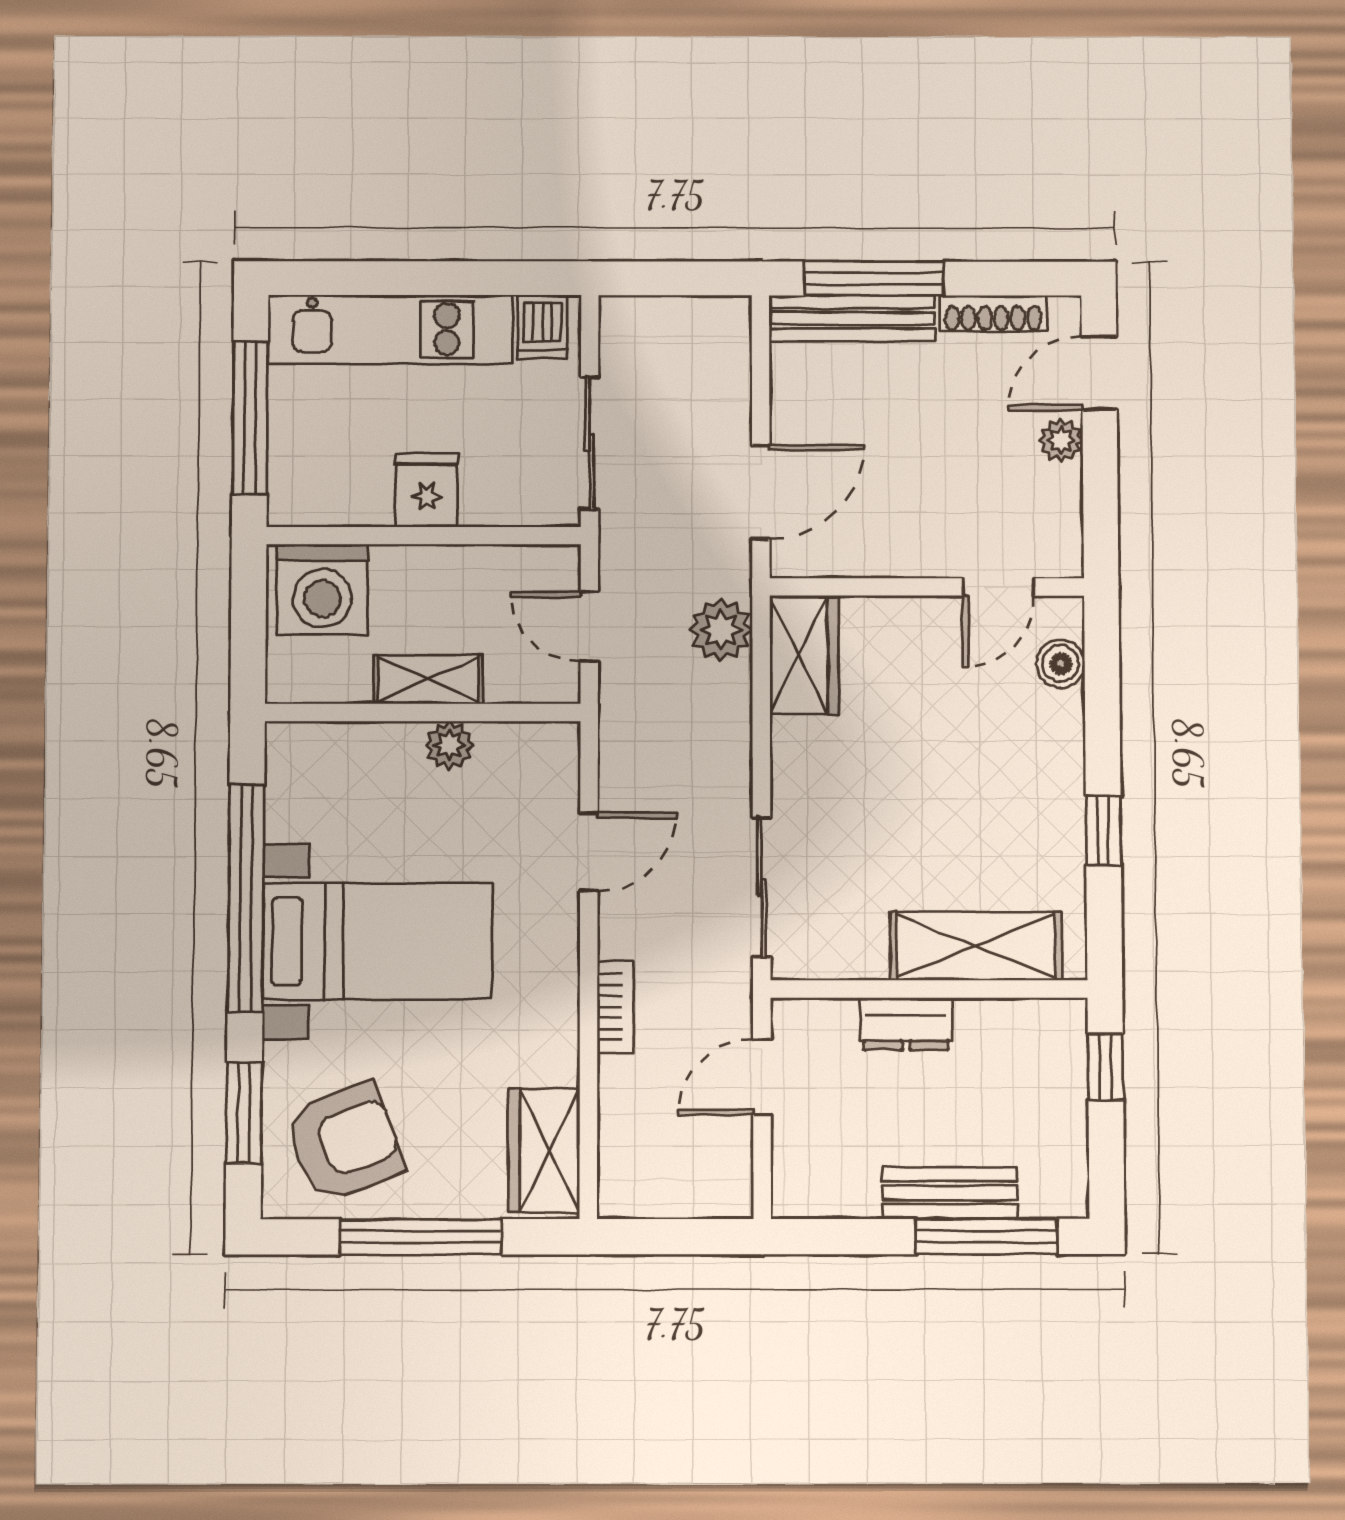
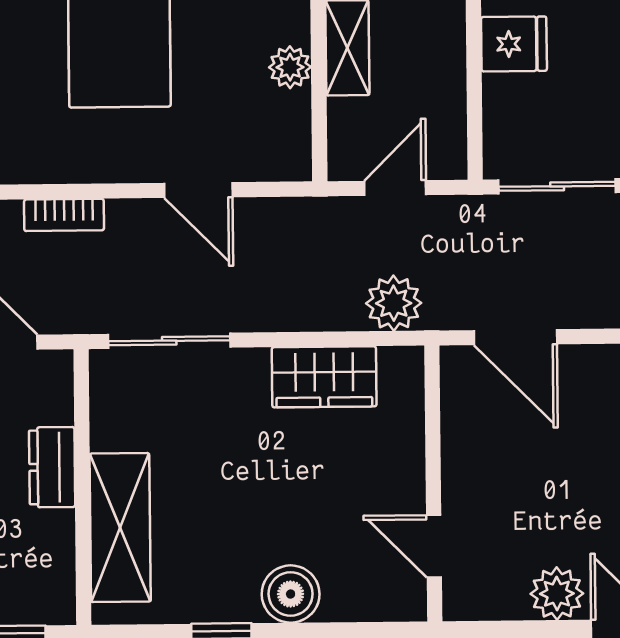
plant: (1061, 440) -> (557, 594), width x1.38, depth x1.38
wardrobe: (804, 655) -> (324, 377), moved
boiler: (1061, 664) -> (291, 594), moved, width x1.36, depth x1.36

